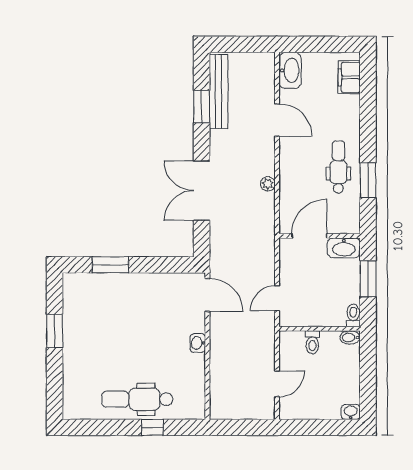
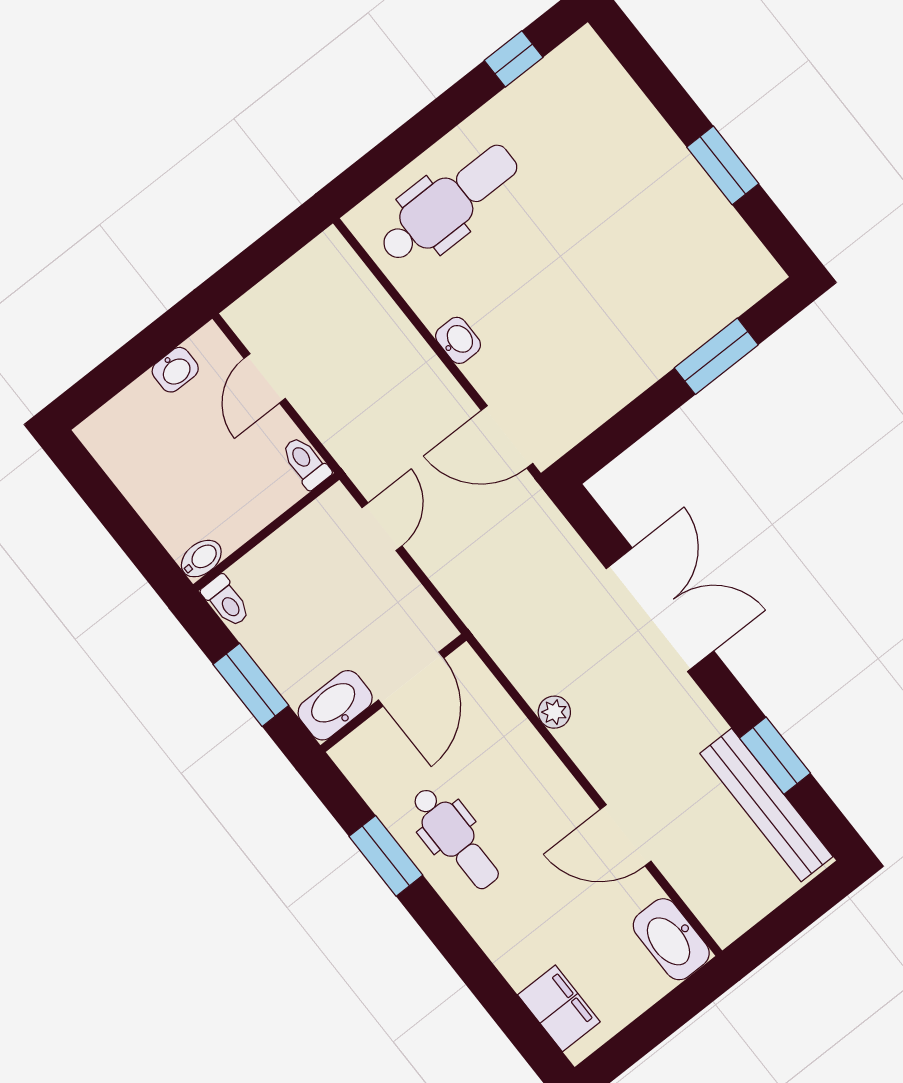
toilet: (312, 342) -> (306, 463), moved
dental chair: (137, 399) -> (449, 203), moved
washbasin: (351, 412) -> (175, 370), moved
window: (152, 427) -> (514, 59), moved

